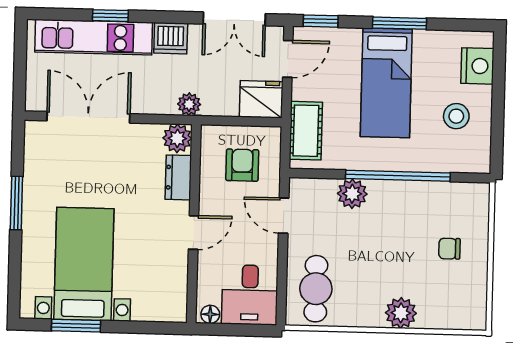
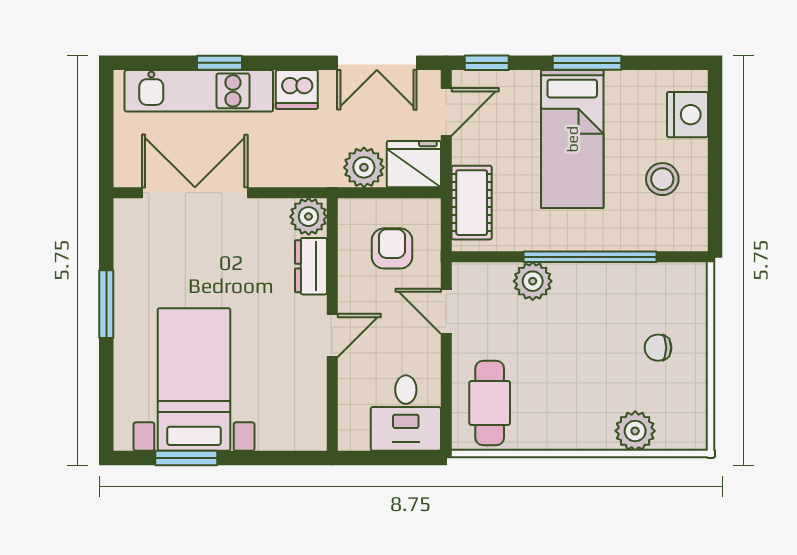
plant: (189, 104) -> (364, 167), moved, width x1.38, depth x1.38
plant: (401, 313) -> (635, 431), moved
floor lamp: (210, 314) -> (356, 439), removed

